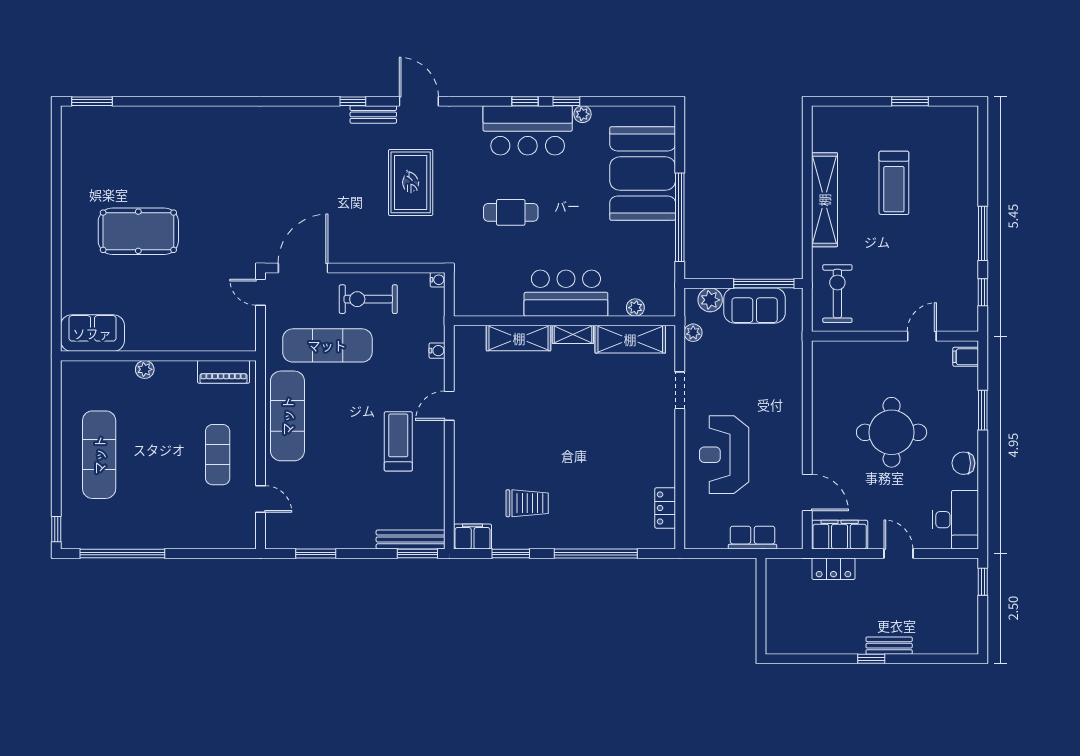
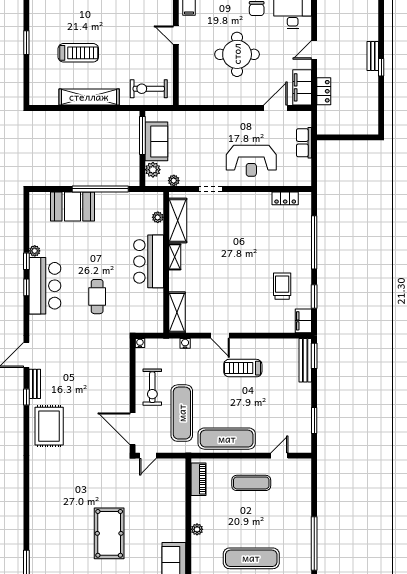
booth: (643, 174) -> (72, 206), width x0.73, depth x0.70
rug: (411, 182) -> (49, 426), moved, turned 90
shelving: (519, 338) -> (177, 312), moved

